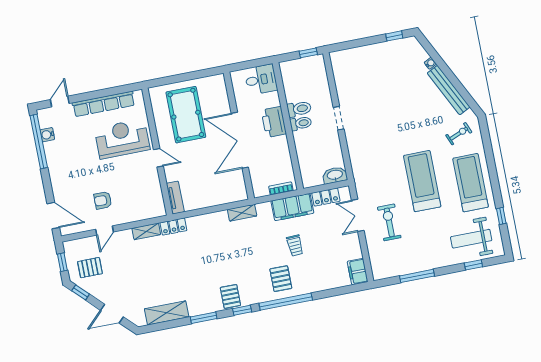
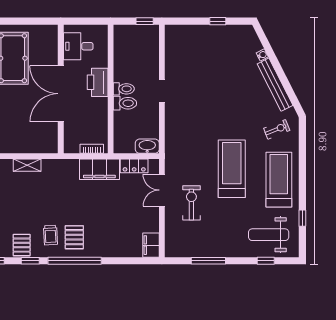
window: (394, 36) -> (218, 21), moved
desk: (261, 80) -> (78, 46), moved, turned 180
toilet: (299, 109) -> (125, 103), moved
shelving: (242, 213) -> (27, 165), moved
trolley: (295, 245) -> (50, 235), moved

